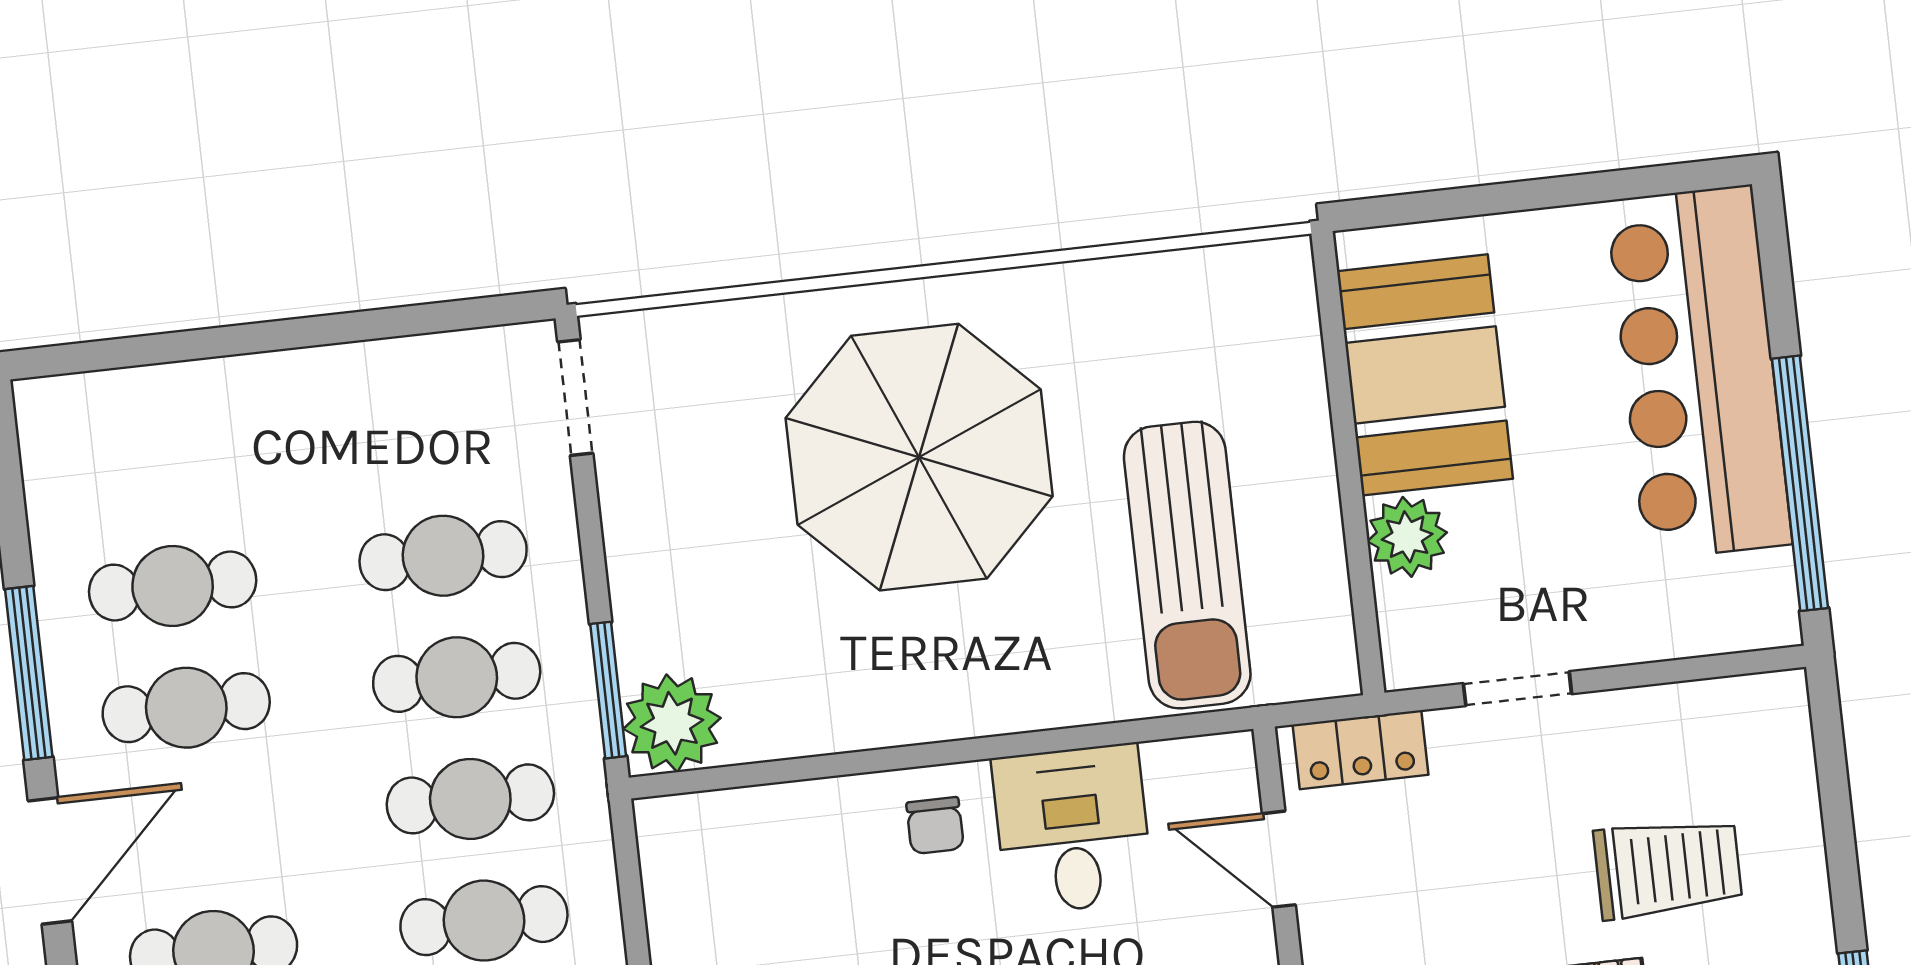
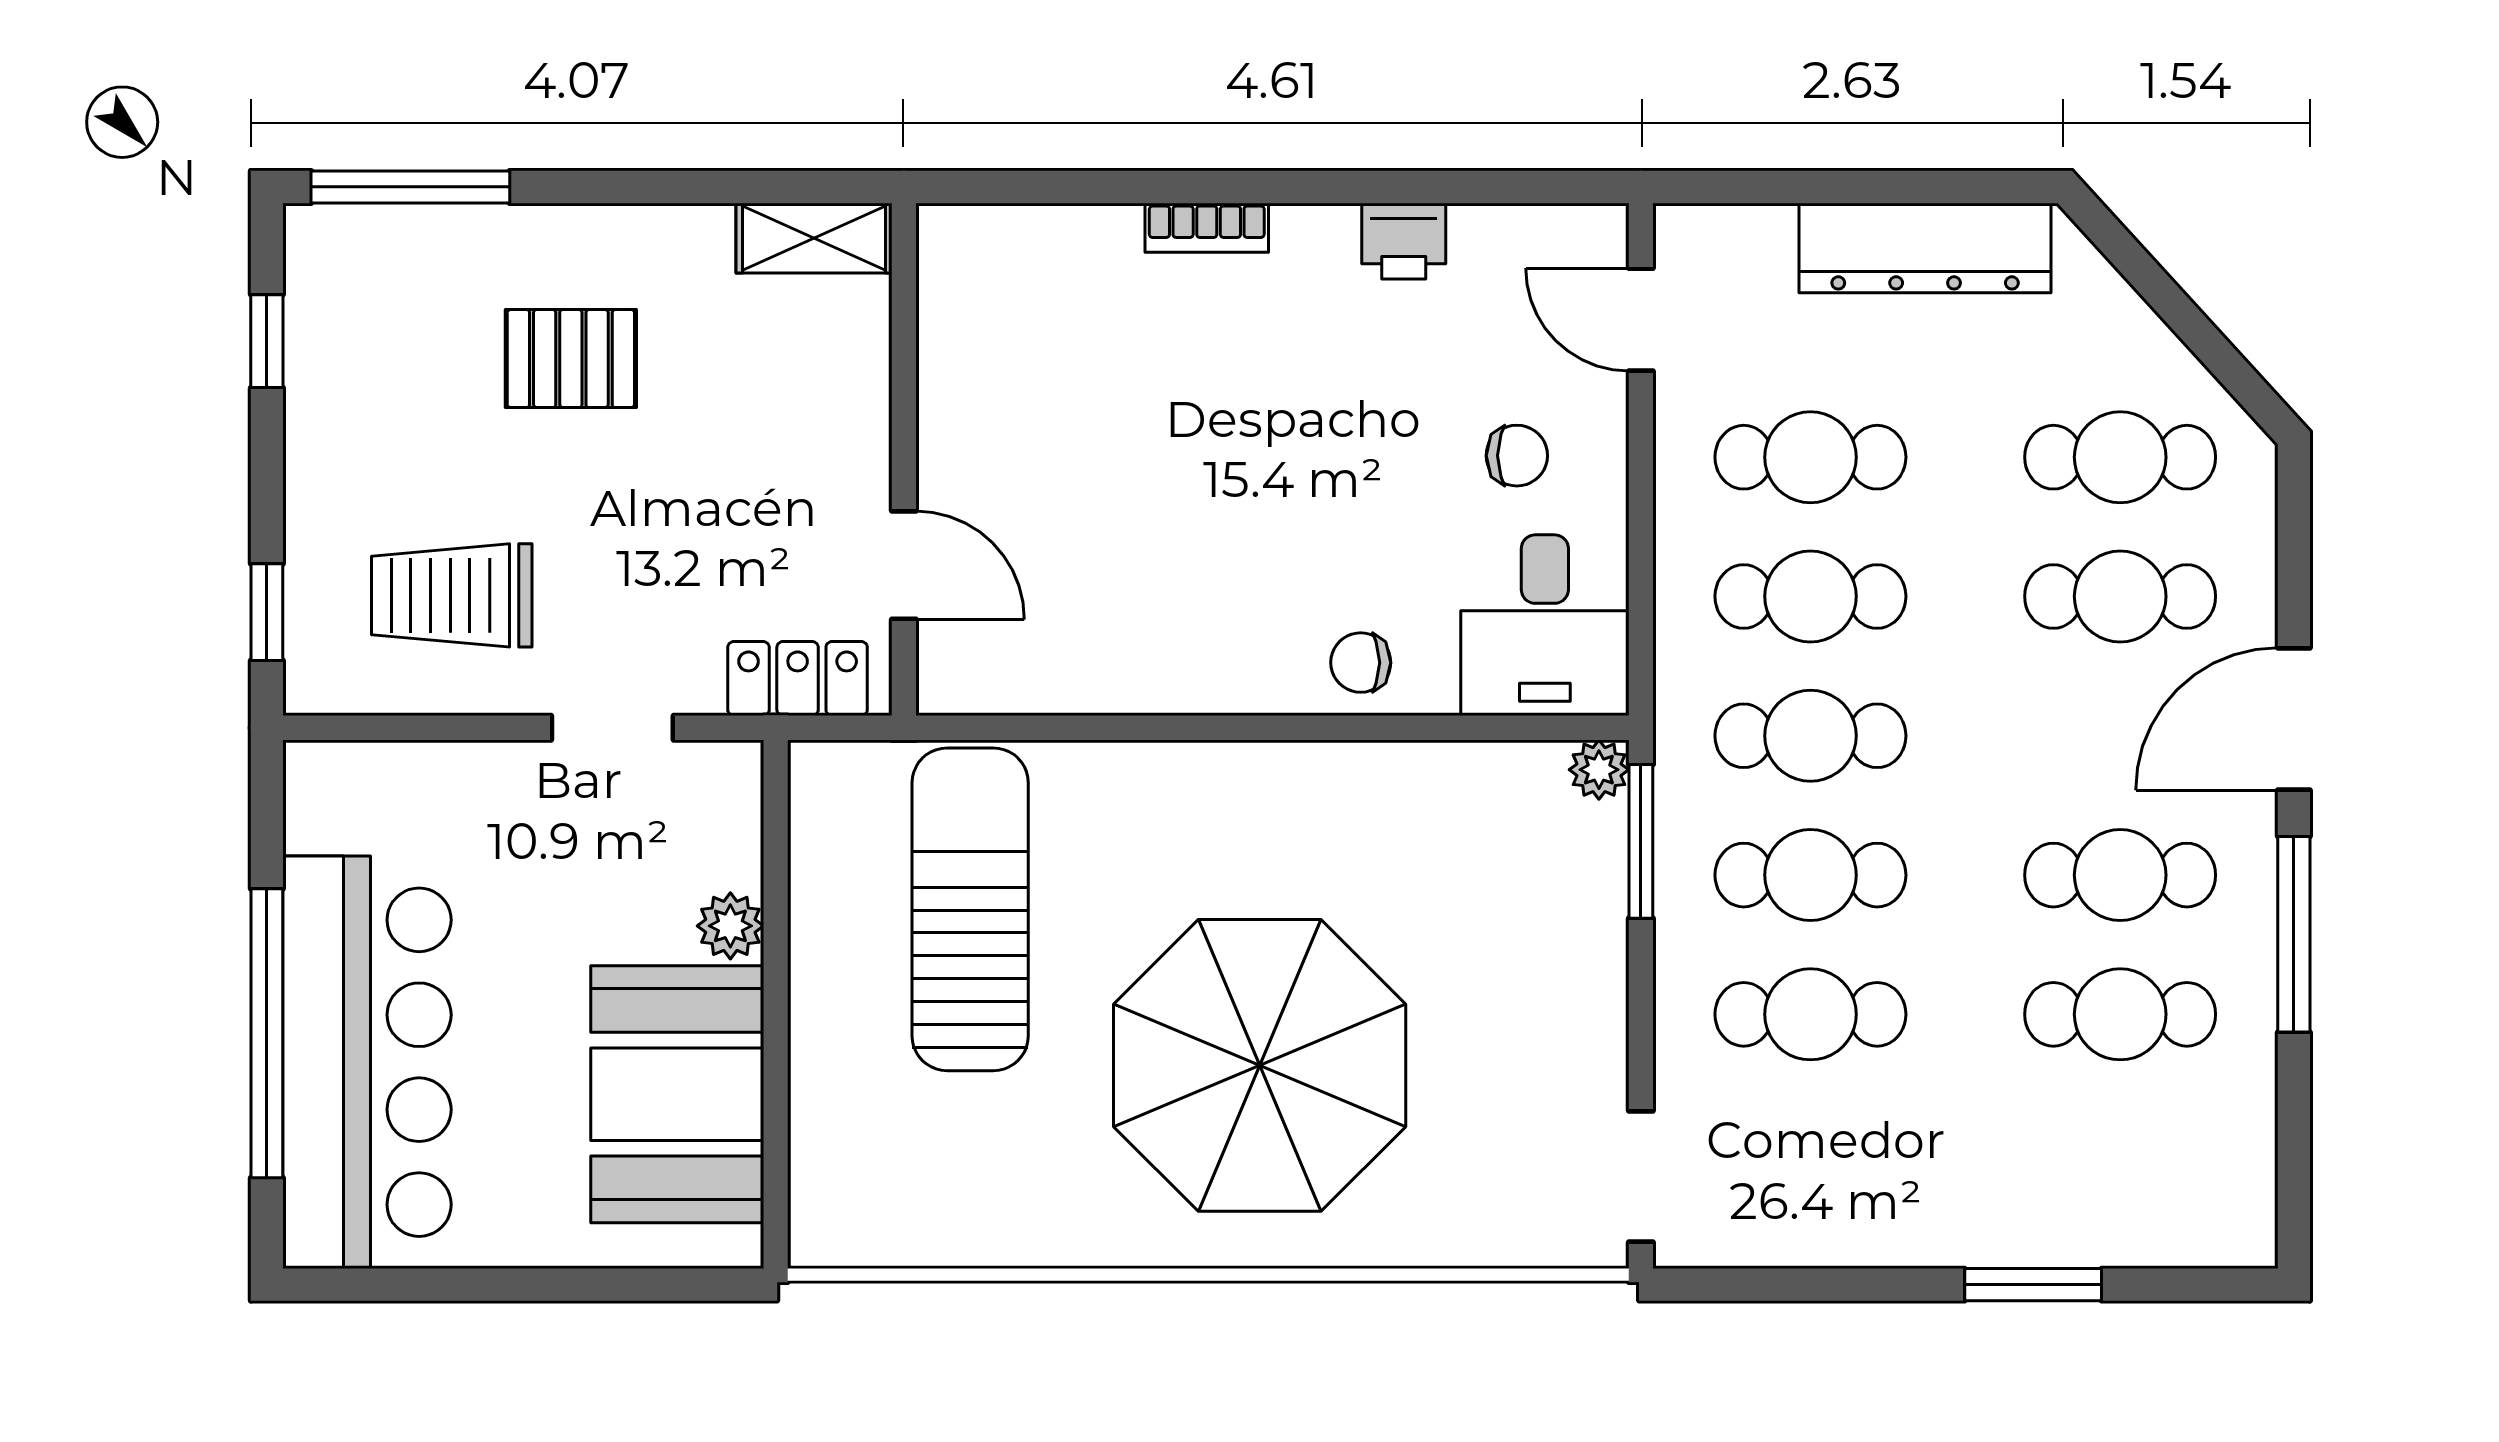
window: (222, 341) -> (2033, 1285), added
window: (1800, 483) -> (267, 1033), moved
plant: (1407, 537) -> (730, 926), width x0.73, depth x0.73
plant: (672, 723) -> (1599, 770), width x0.53, depth x0.53
window: (1830, 756) -> (267, 612), added
chair: (935, 825) -> (1361, 663), moved, turned -90
desk: (1073, 829) -> (1545, 625), moved
trolley: (1668, 868) -> (452, 595), moved

